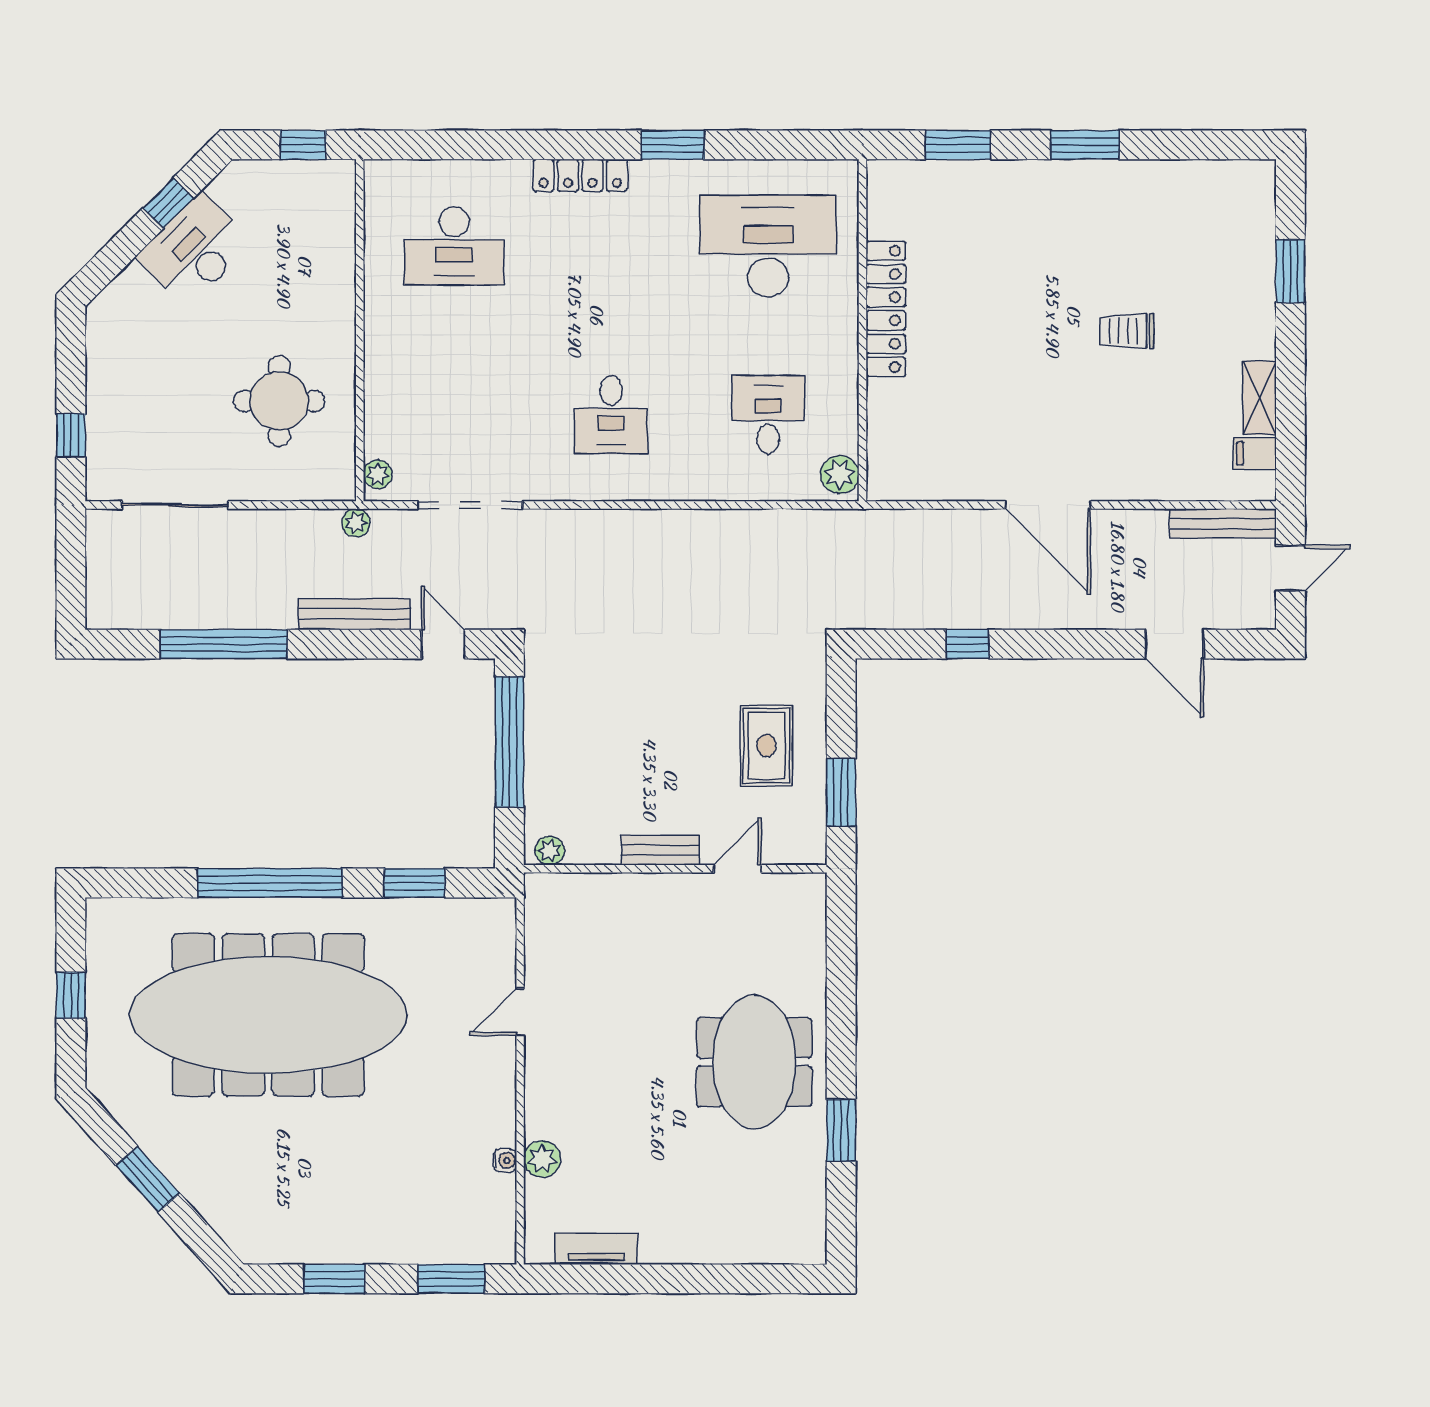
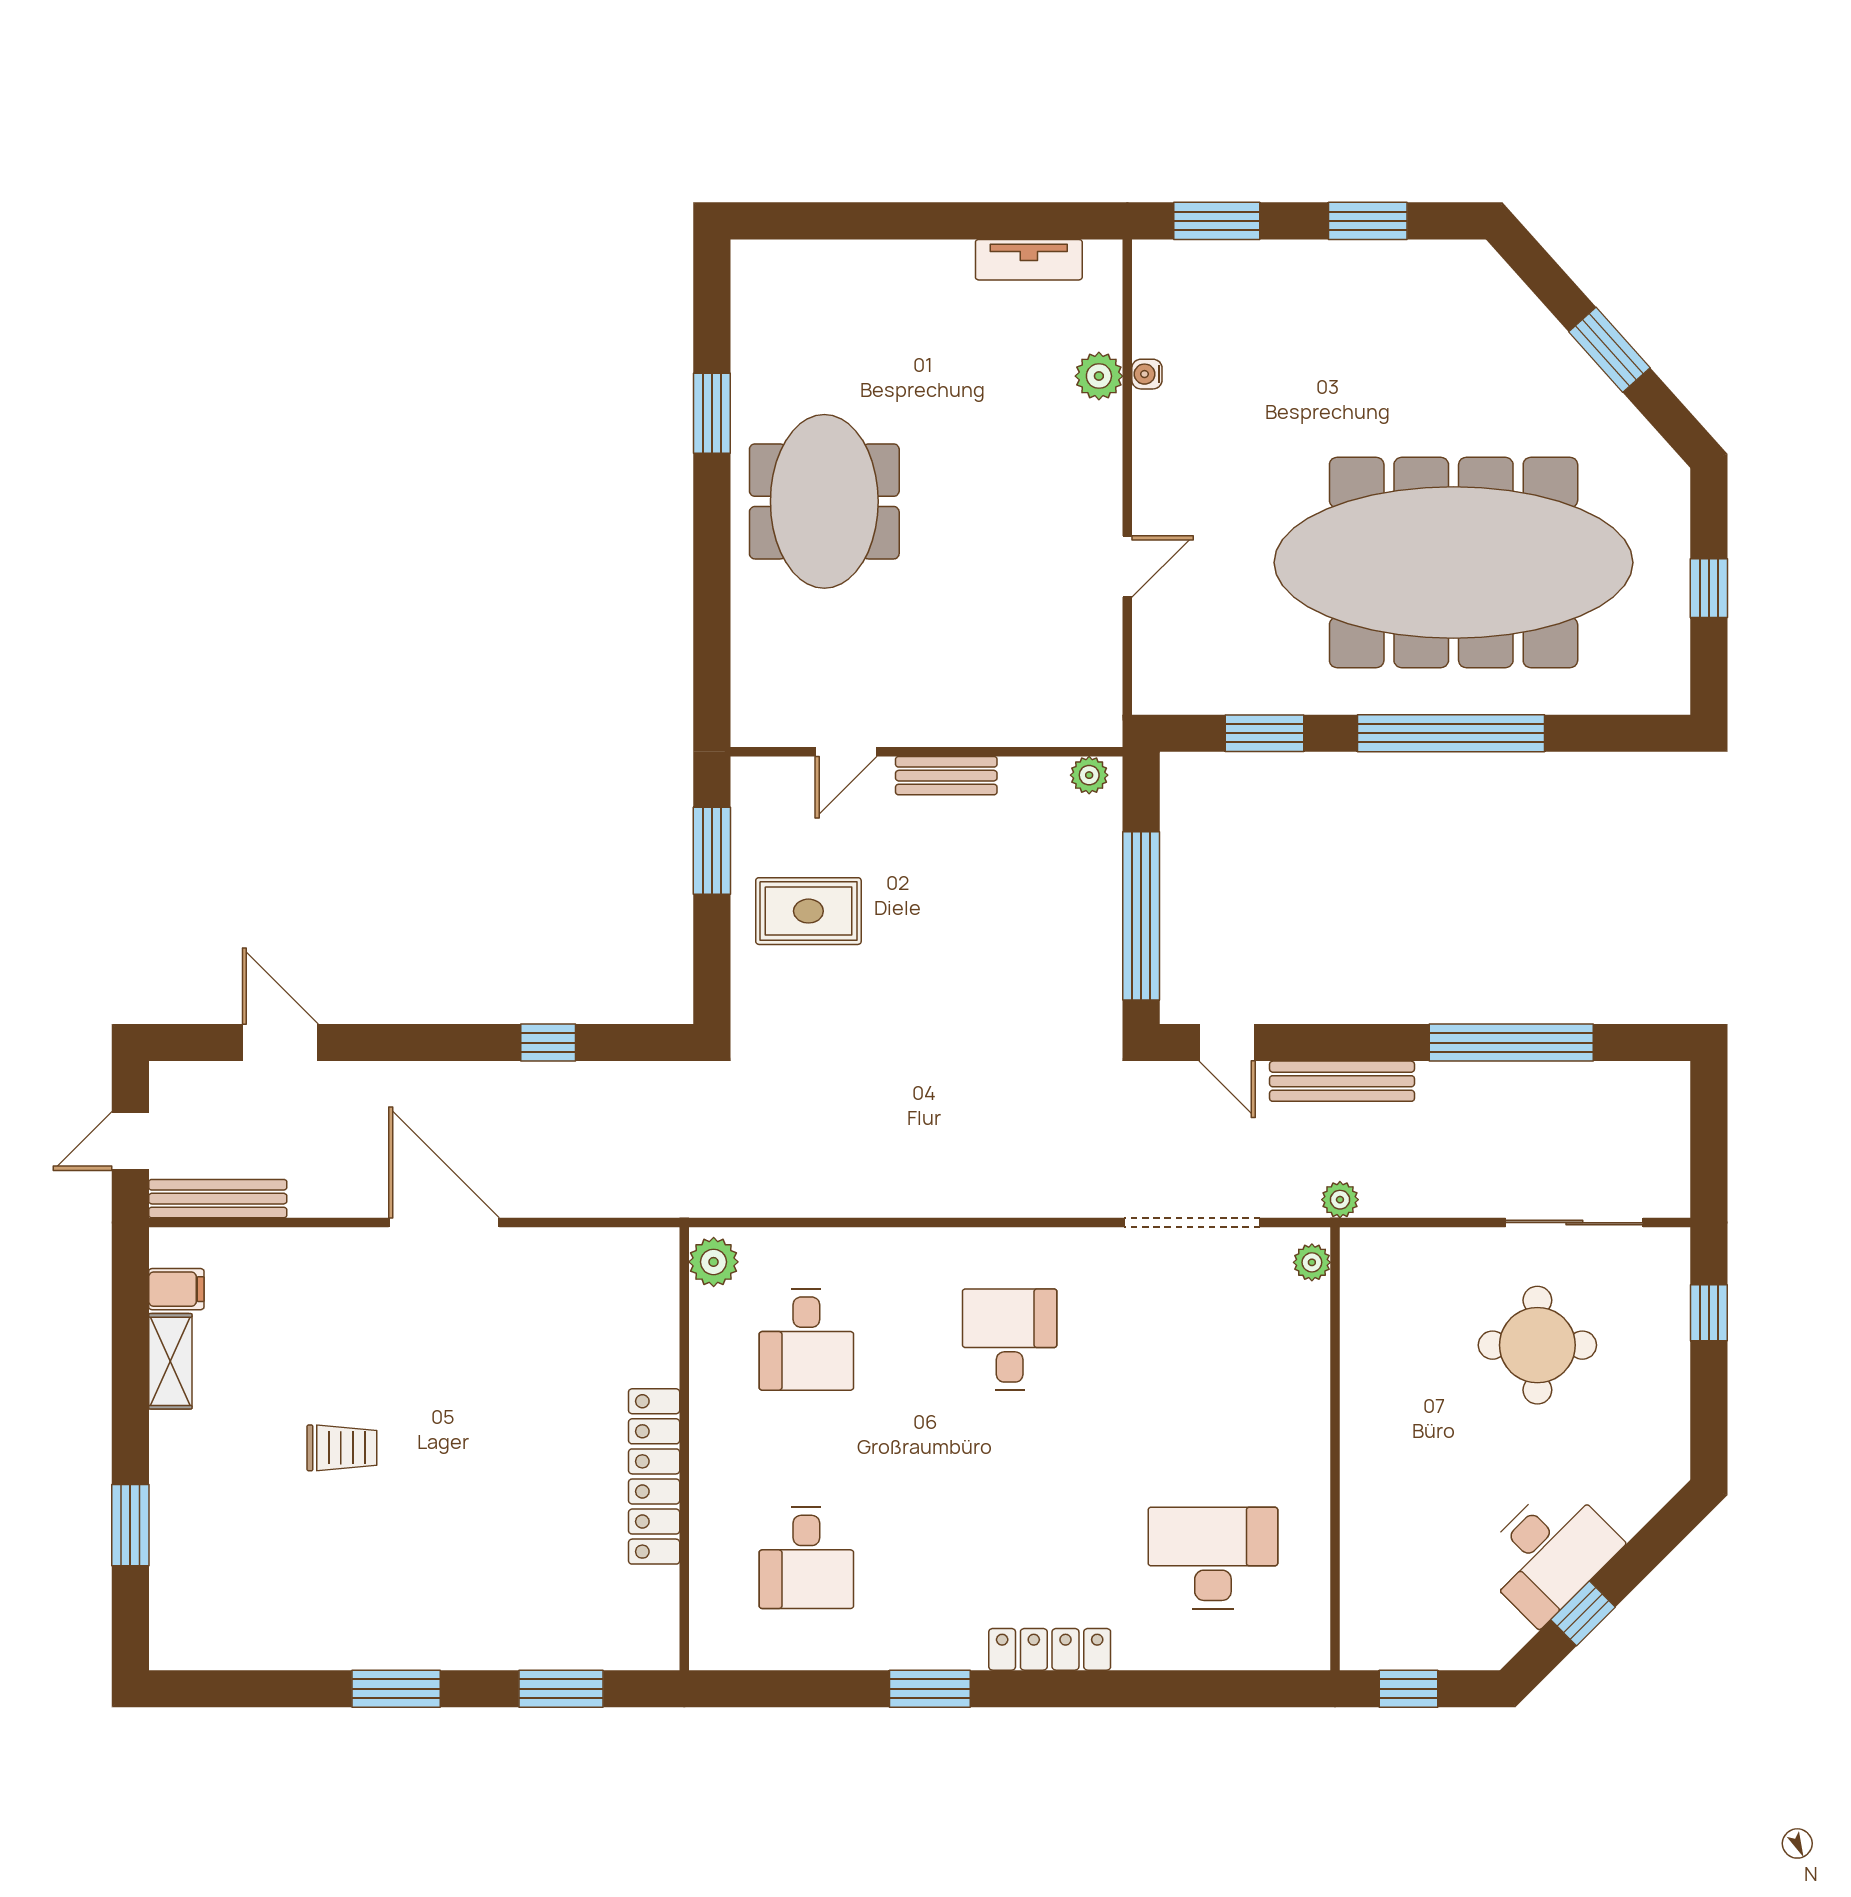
desk: (768, 246) -> (806, 1558), width x0.53, depth x0.77
round table: (279, 401) -> (1537, 1345), moved
rug: (767, 746) -> (808, 911), turned 90

